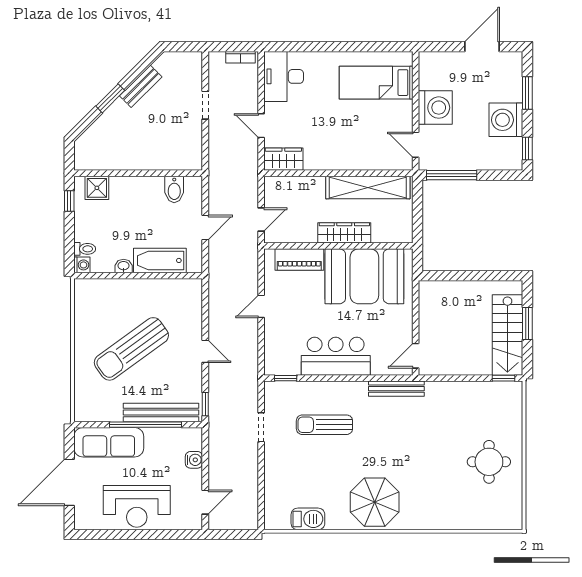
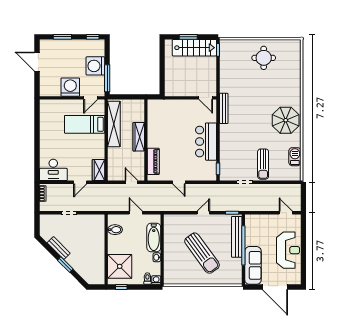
bed: (376, 83) -> (85, 124), moved, turned 90
washing machine: (506, 120) -> (95, 66), moved, turned 90
shower: (97, 188) -> (120, 266), width x1.86, depth x1.86
booth: (364, 276) -> (162, 126), removed
sun lounger: (324, 425) -> (263, 164), moved
water cooler: (194, 460) -> (263, 219), removed

